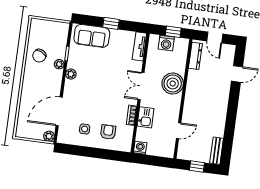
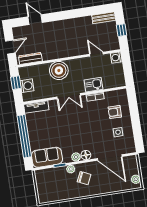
window: (111, 23) -> (24, 136), width x3.17
sofa: (92, 36) -> (47, 157), moved, turned -90
chair: (39, 56) -> (84, 178), moved
floor lamp: (70, 86) -> (86, 155), added
plant: (49, 136) -> (136, 179), moved
washing machine: (140, 148) -> (116, 57), moved

